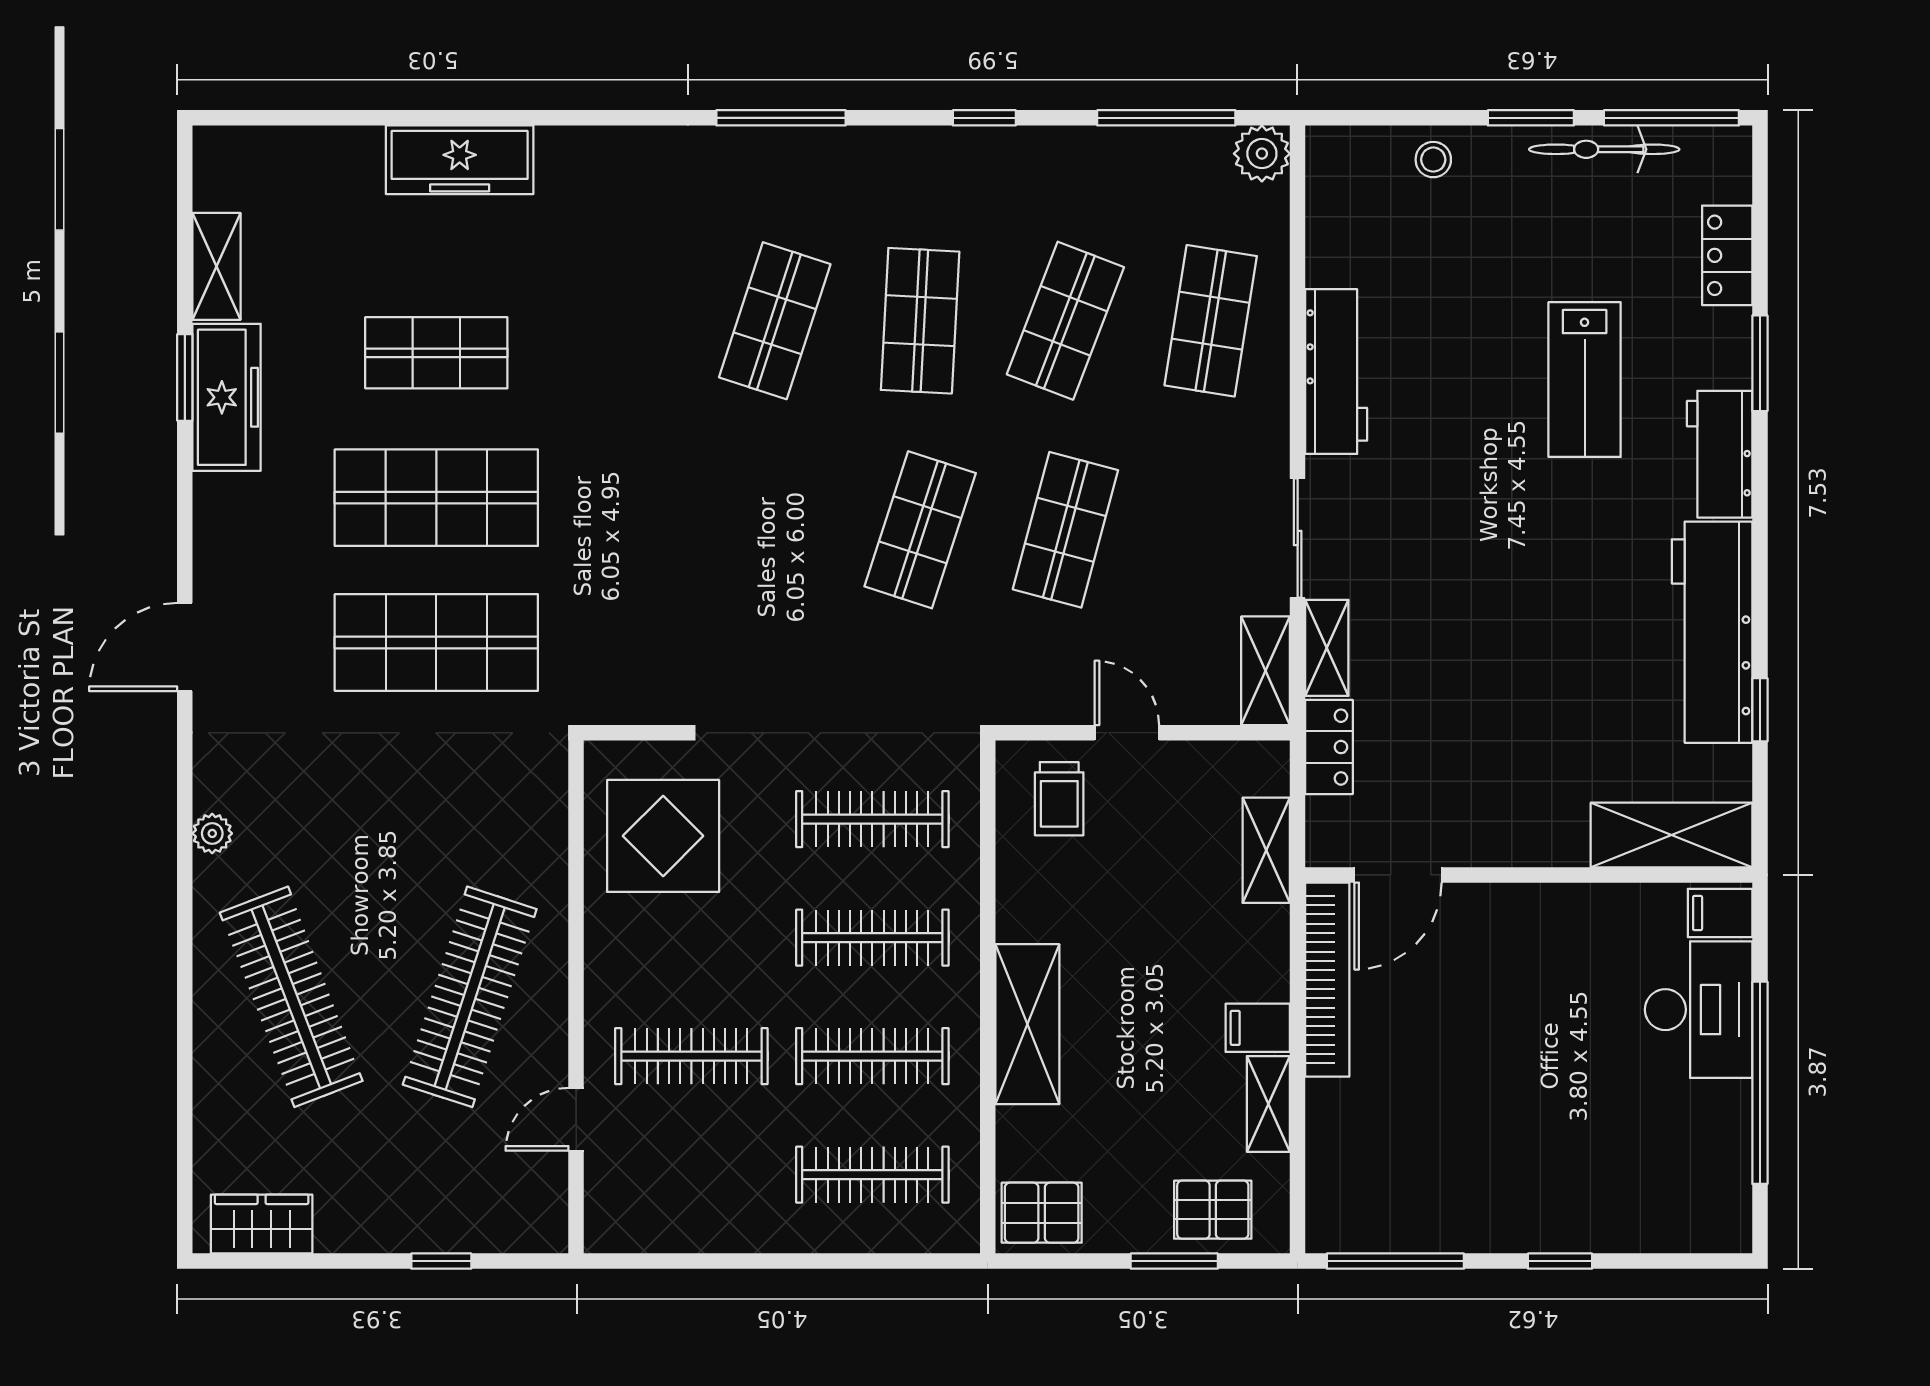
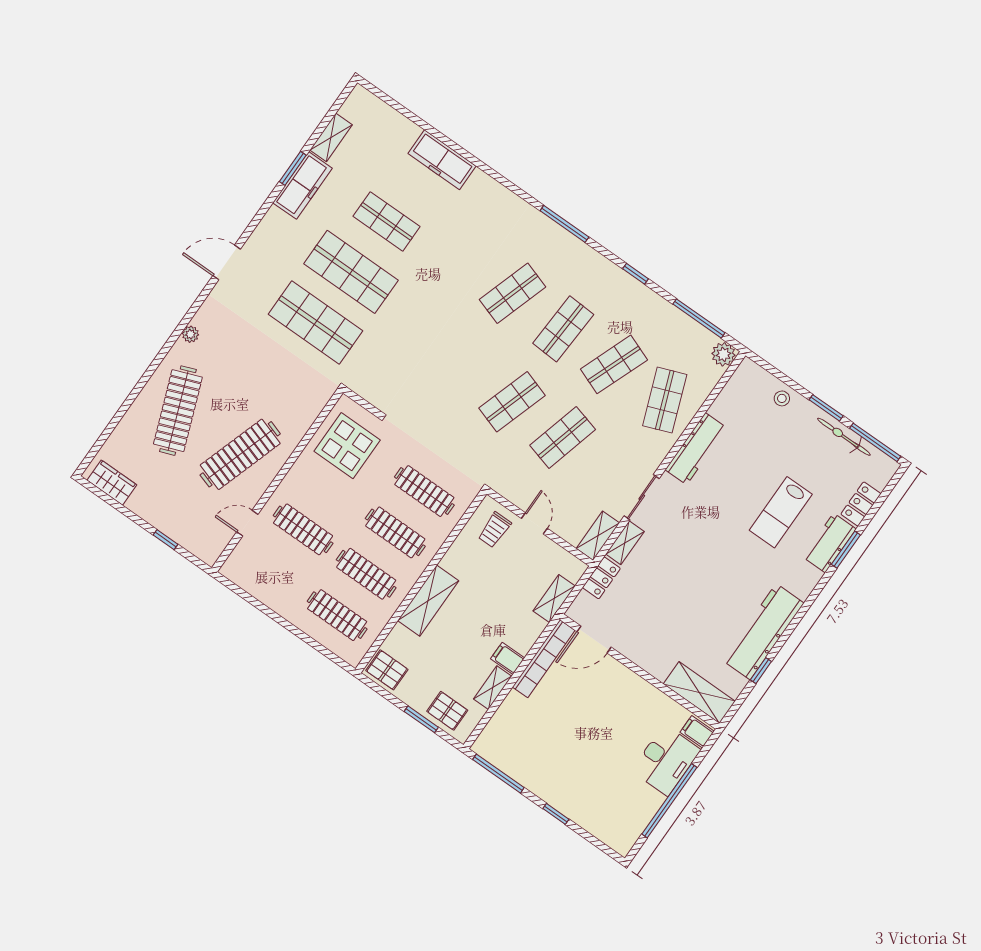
shop shelf: (1211, 321) -> (665, 400), turned -30
workbench: (1720, 454) -> (830, 543), moved

